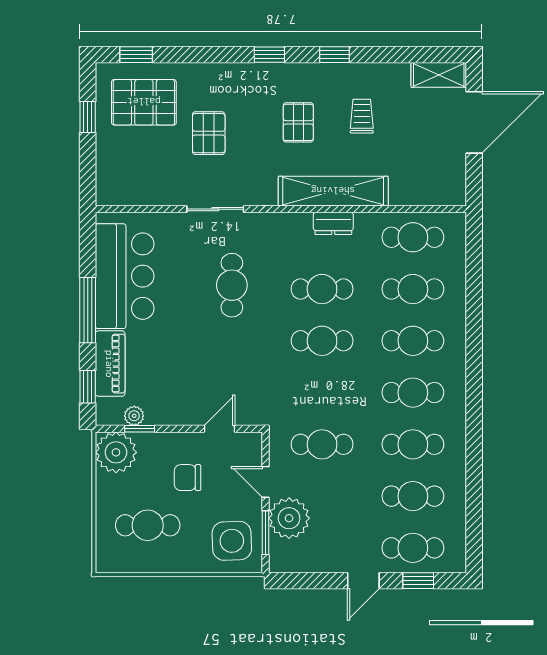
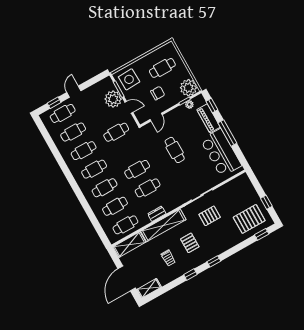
pallet: (209, 133) -> (210, 216), moved, turned 90
shelving: (428, 191) -> (129, 244), added
cafe table: (232, 285) -> (175, 150), moved

